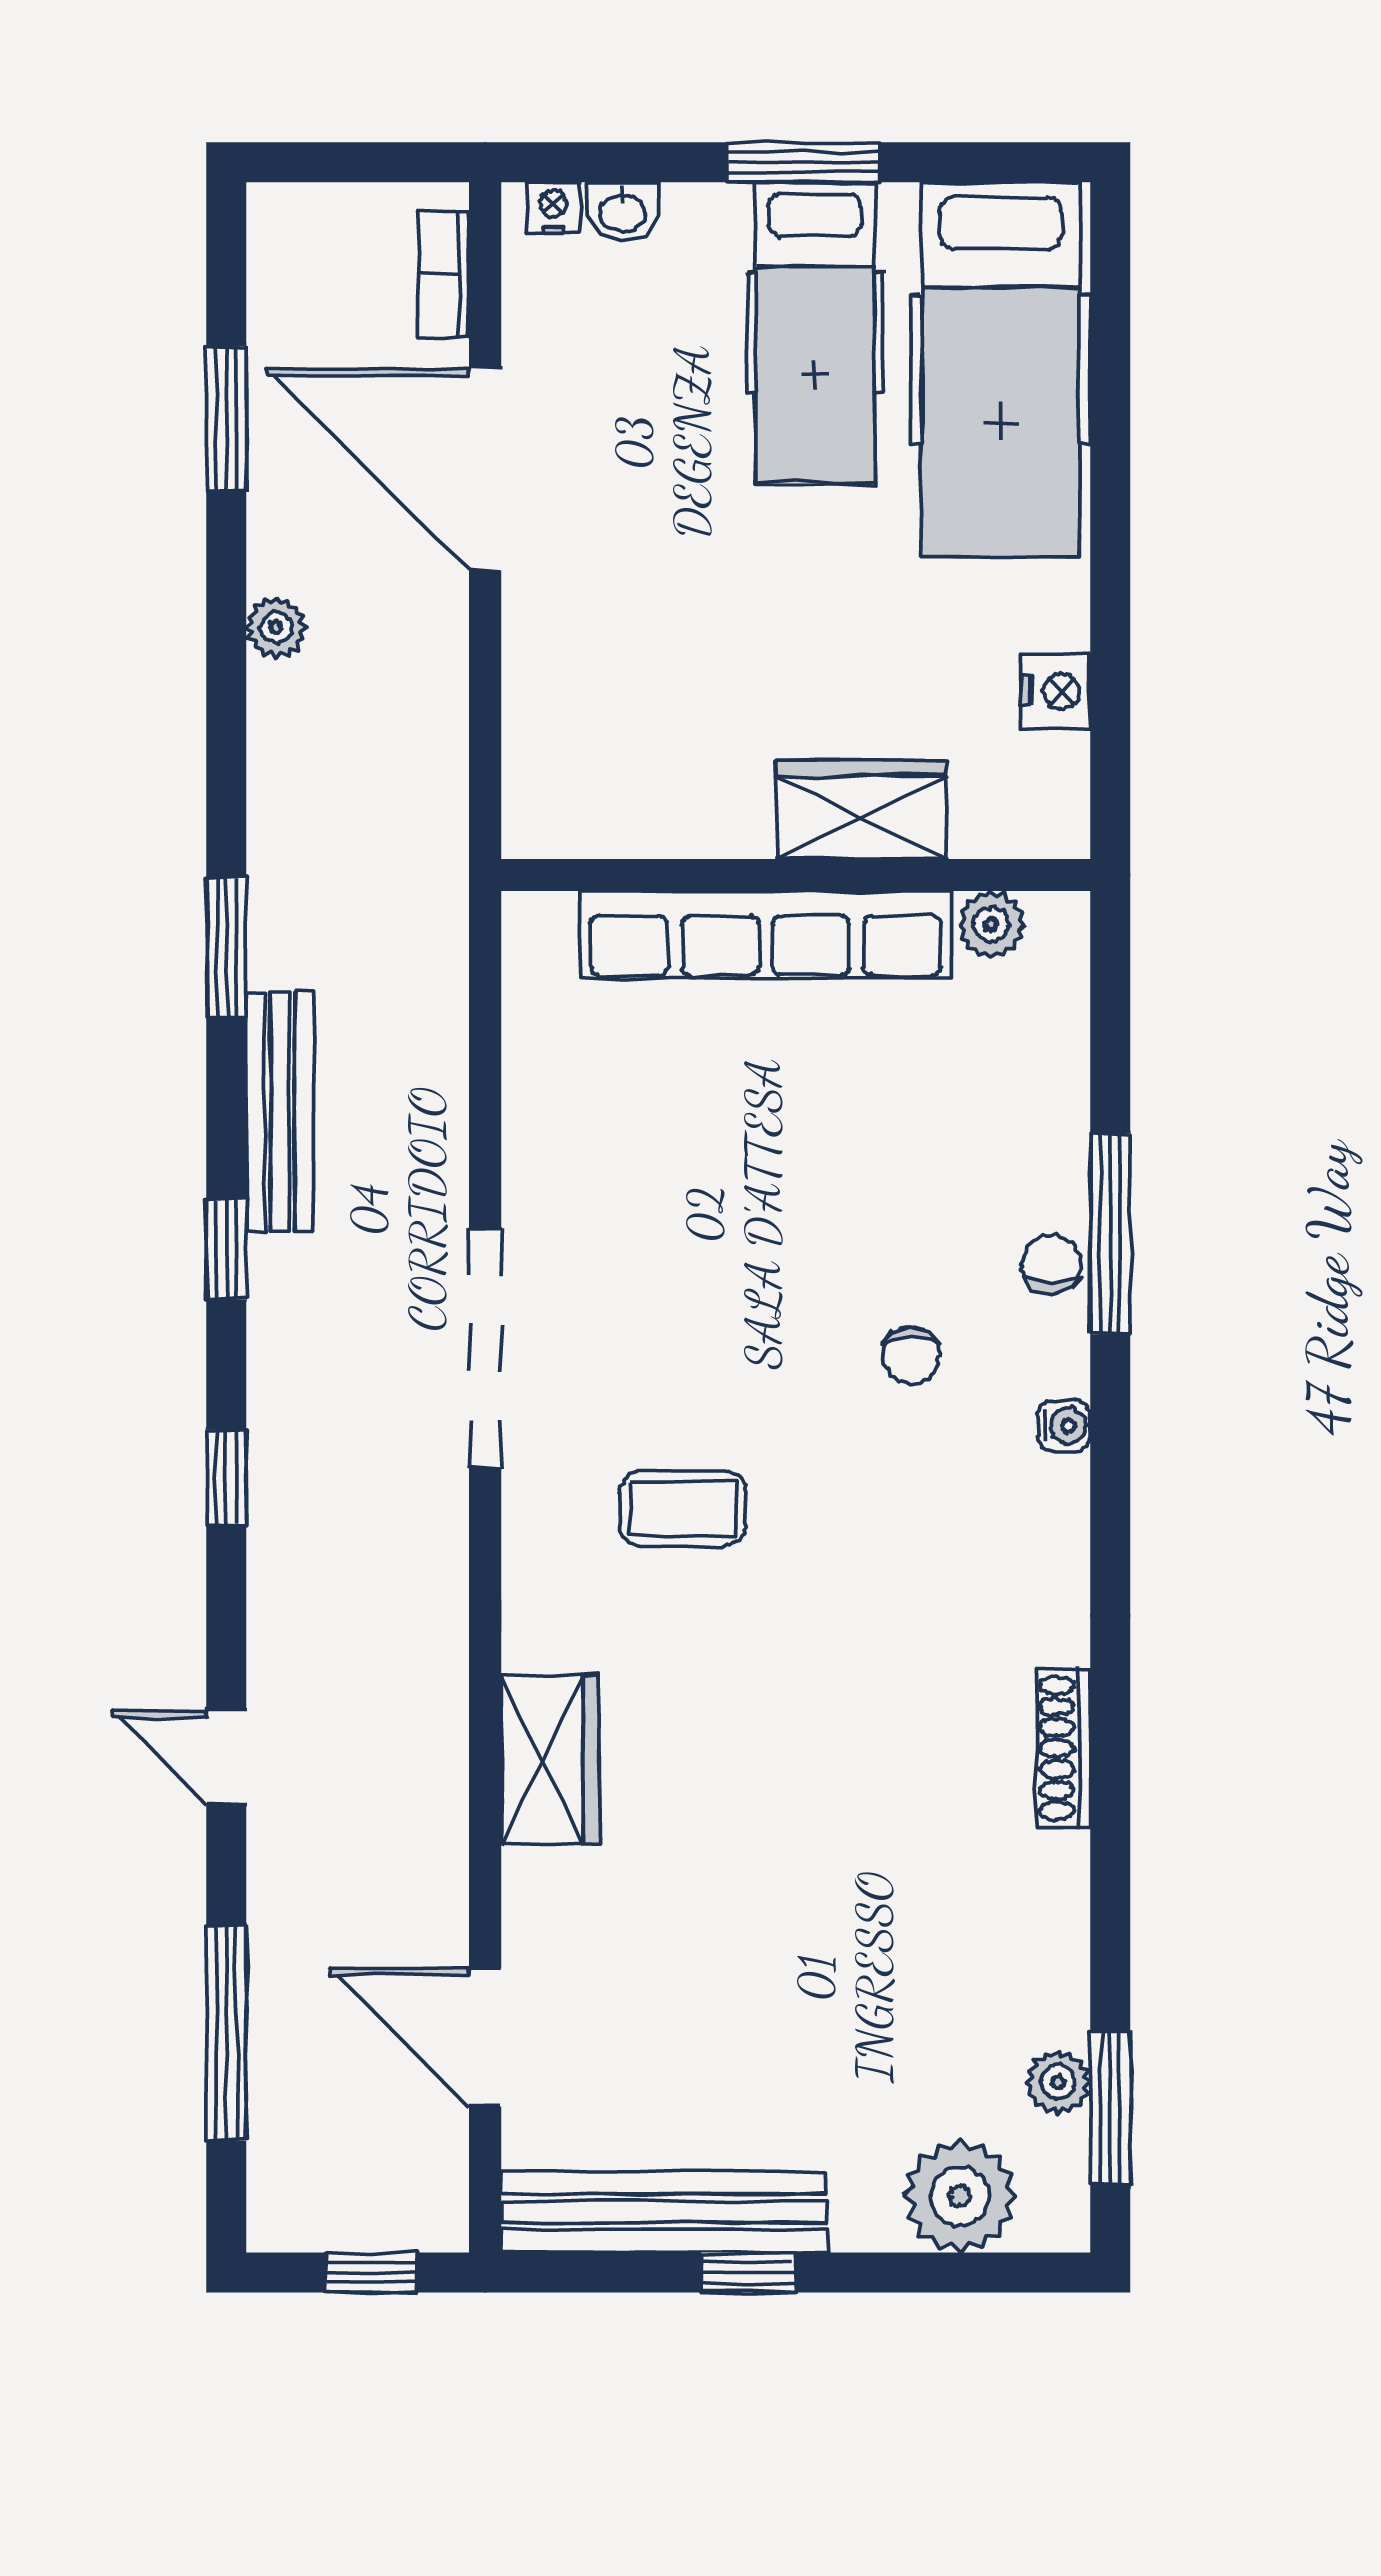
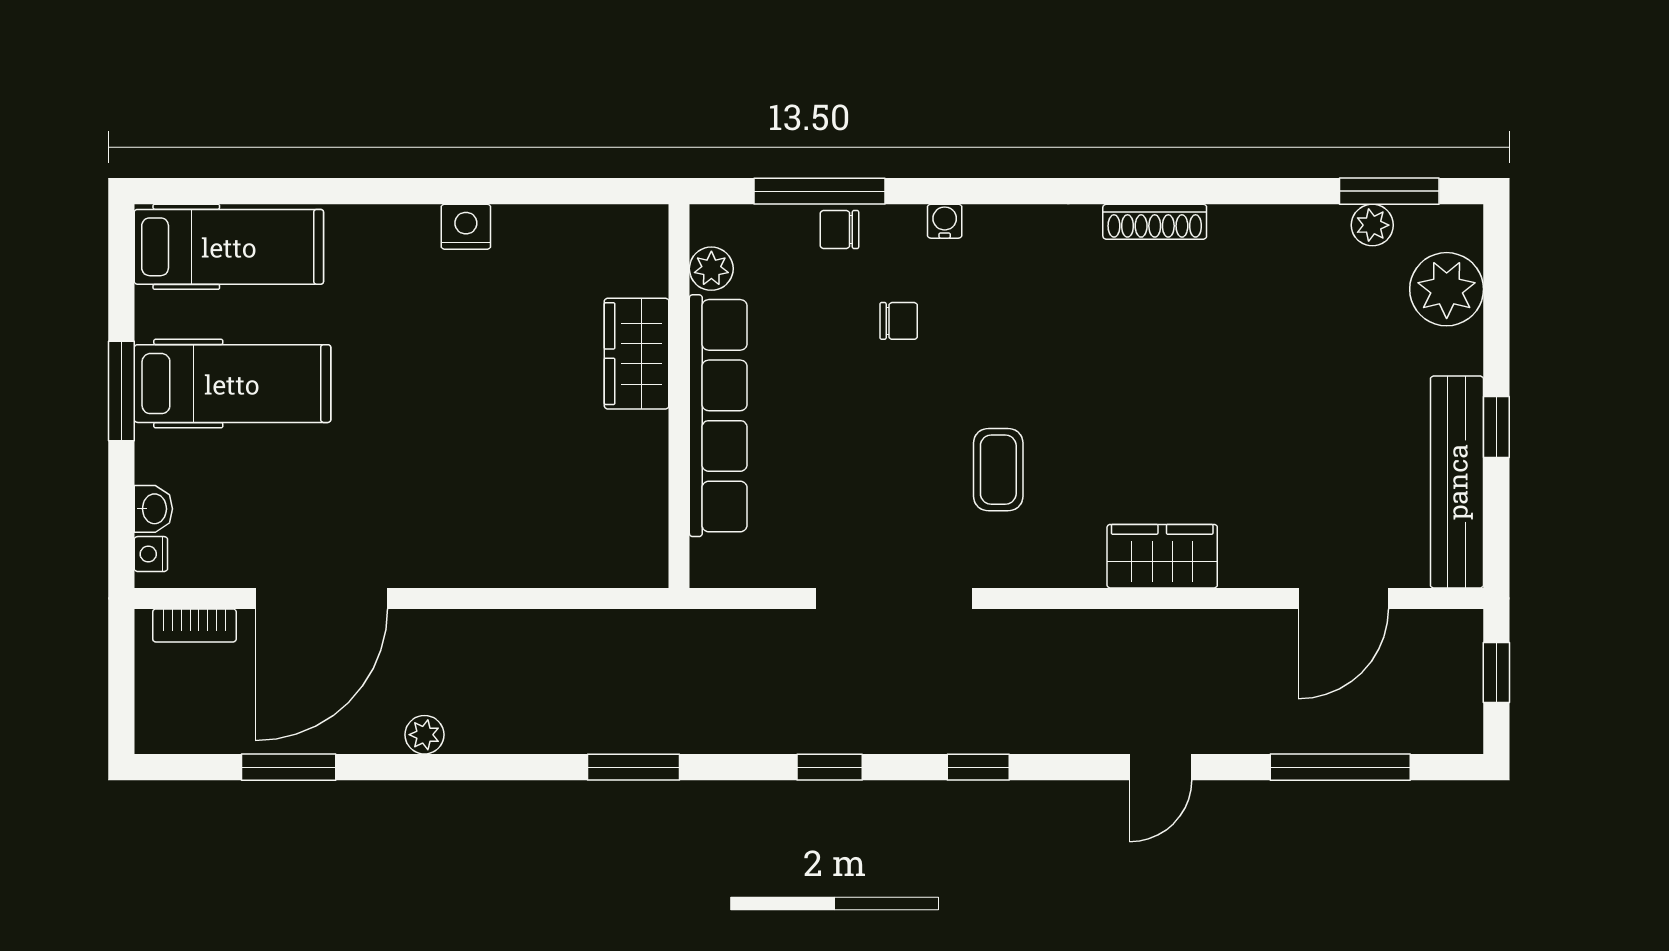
hospital bed: (1001, 369) -> (229, 247), width x0.73, depth x0.78
wardrobe: (861, 810) -> (637, 354), moved
wall: (796, 875) -> (679, 396), moved
plant: (991, 924) -> (711, 269), moved
row of seats: (766, 935) -> (718, 416), moved
bench: (280, 1112) -> (740, 732), removed

